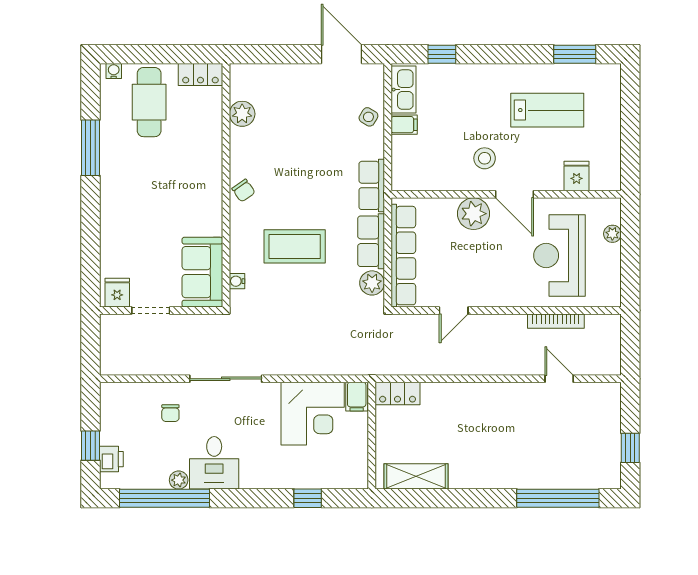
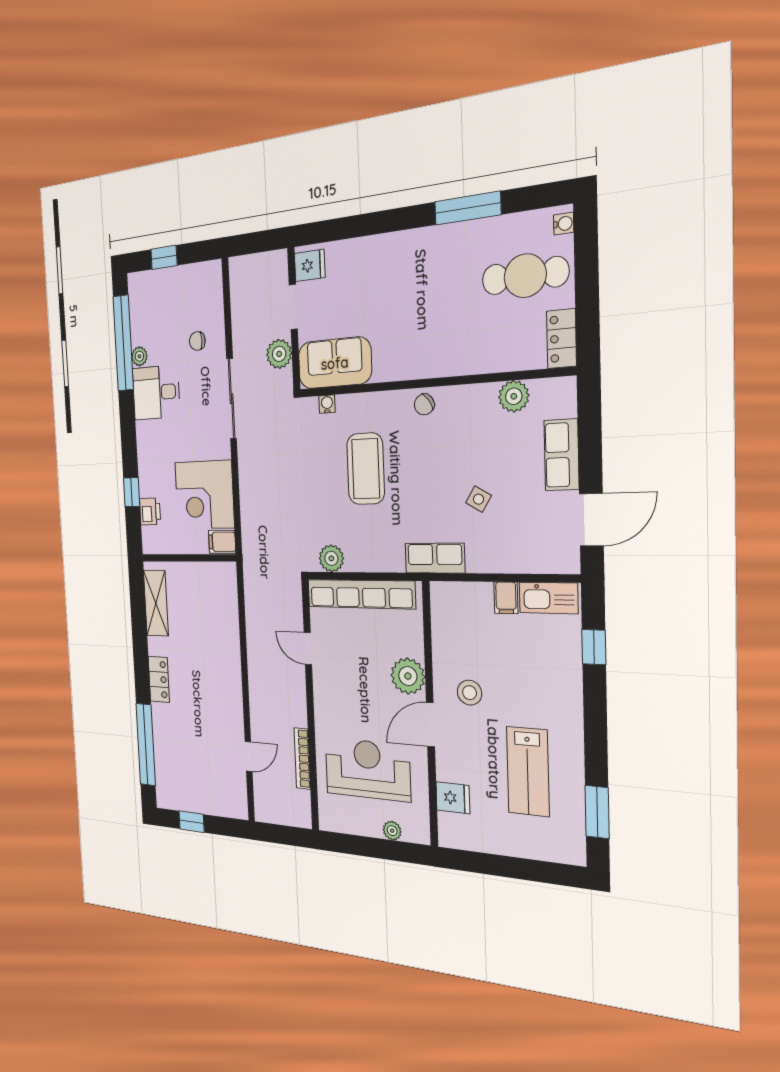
side table: (368, 117) -> (479, 499), moved
row of seats: (371, 241) -> (561, 455), moved, turned -90
plant: (190, 327) -> (279, 354), added
locker: (398, 393) -> (159, 679), moved, turned 180
printer: (111, 459) -> (150, 512), moved, turned -90

